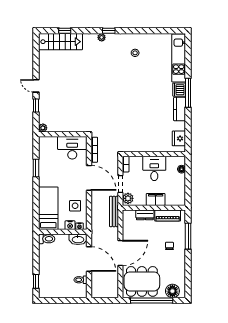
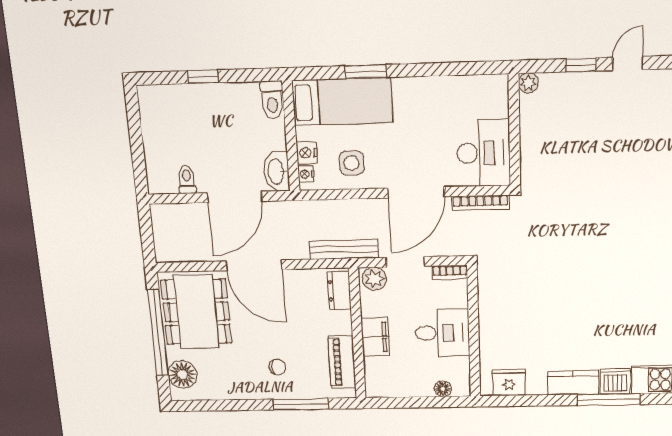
window: (36, 168) -> (366, 72), moved
dresser: (145, 215) -> (339, 291), moved
window: (36, 281) -> (203, 77), moved

